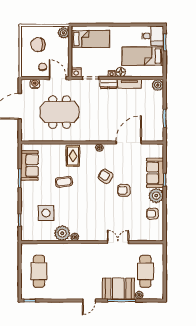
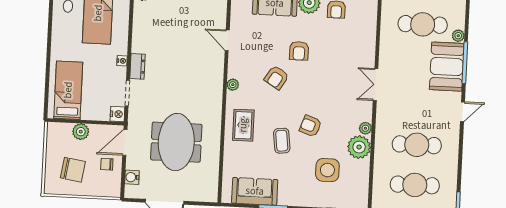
plant: (63, 33) -> (81, 132), moved
chair: (38, 45) -> (73, 170), turned -81
floor lamp: (121, 72) -> (121, 47), removed
tv unit: (129, 84) -> (139, 35), removed
door: (129, 142) -> (227, 40), width x0.53
rug: (73, 156) -> (243, 125), turned 90
armchair: (75, 200) -> (310, 126), added
double door: (118, 242) -> (376, 84), moved
cafe table: (66, 271) -> (417, 145), added
door: (89, 301) -> (462, 112), hinge flipped

